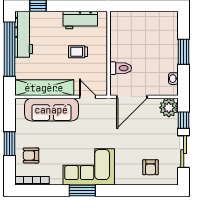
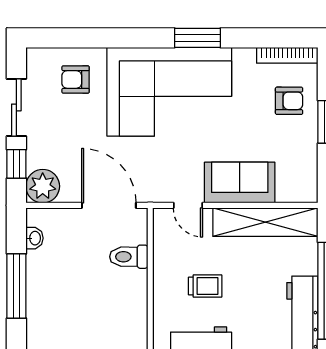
window: (184, 52) -> (16, 286), width x1.44
door: (132, 97) -> (109, 205), hinge flipped
sofa: (51, 110) -> (240, 183), width x0.73
corner sofa: (89, 167) -> (169, 92), width x1.36, depth x1.36
armchair: (150, 167) -> (76, 79), turned -90

